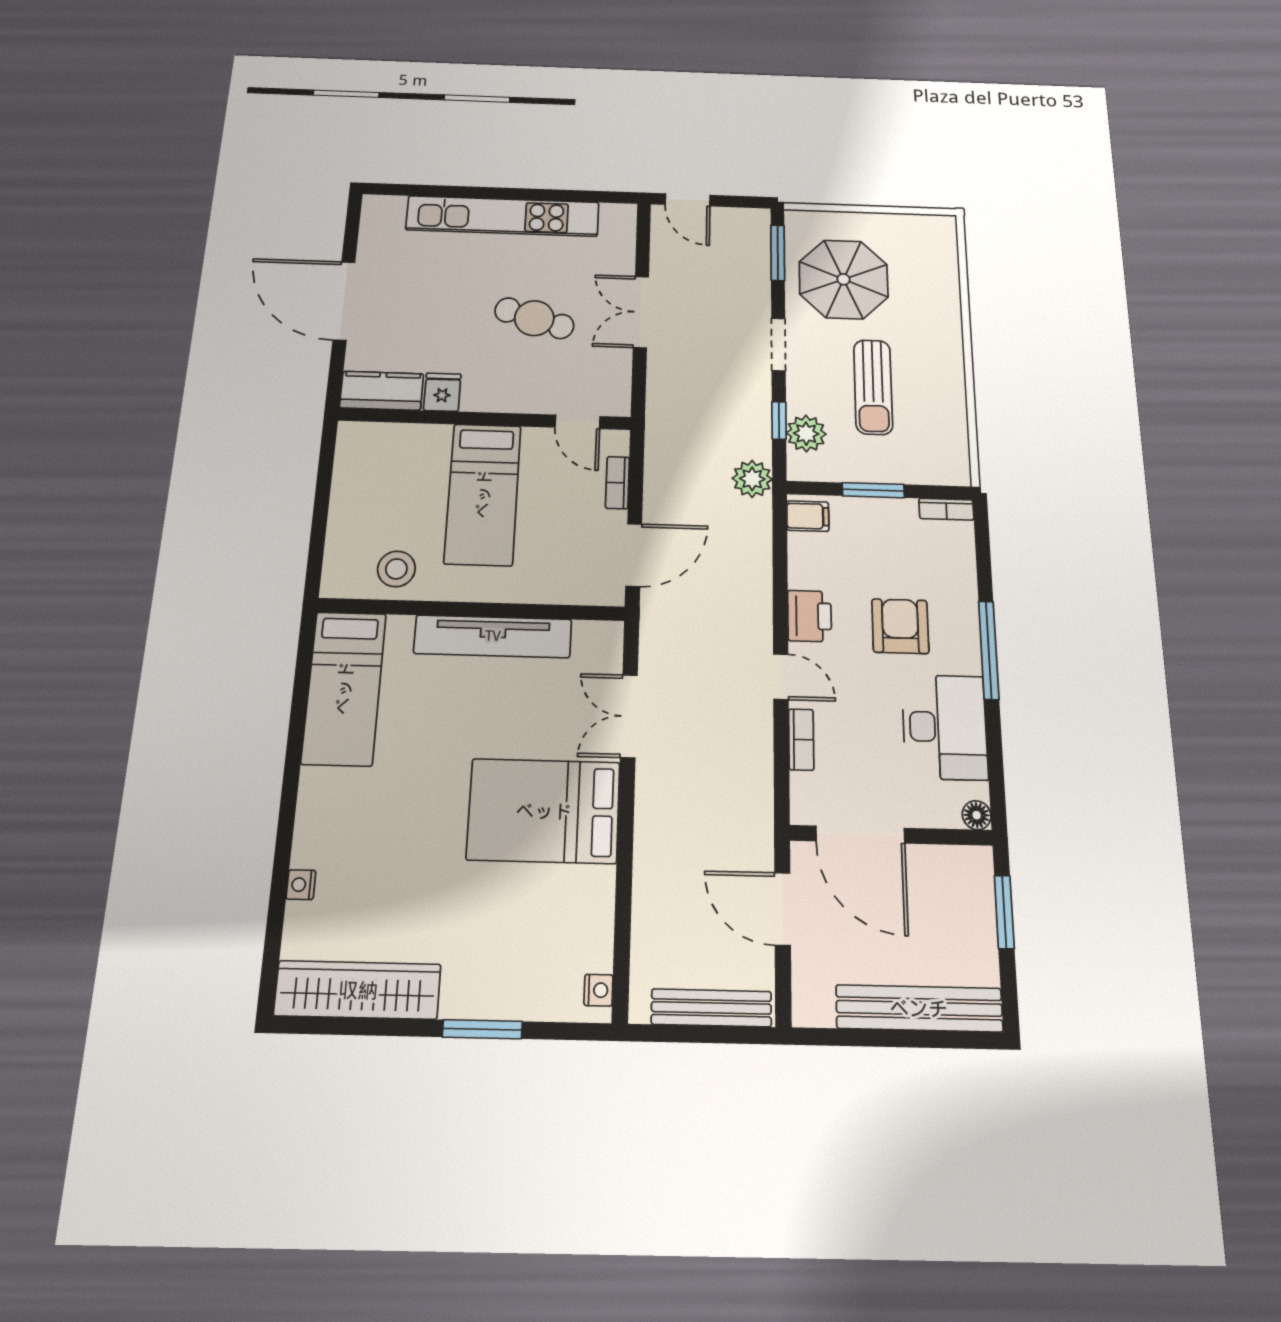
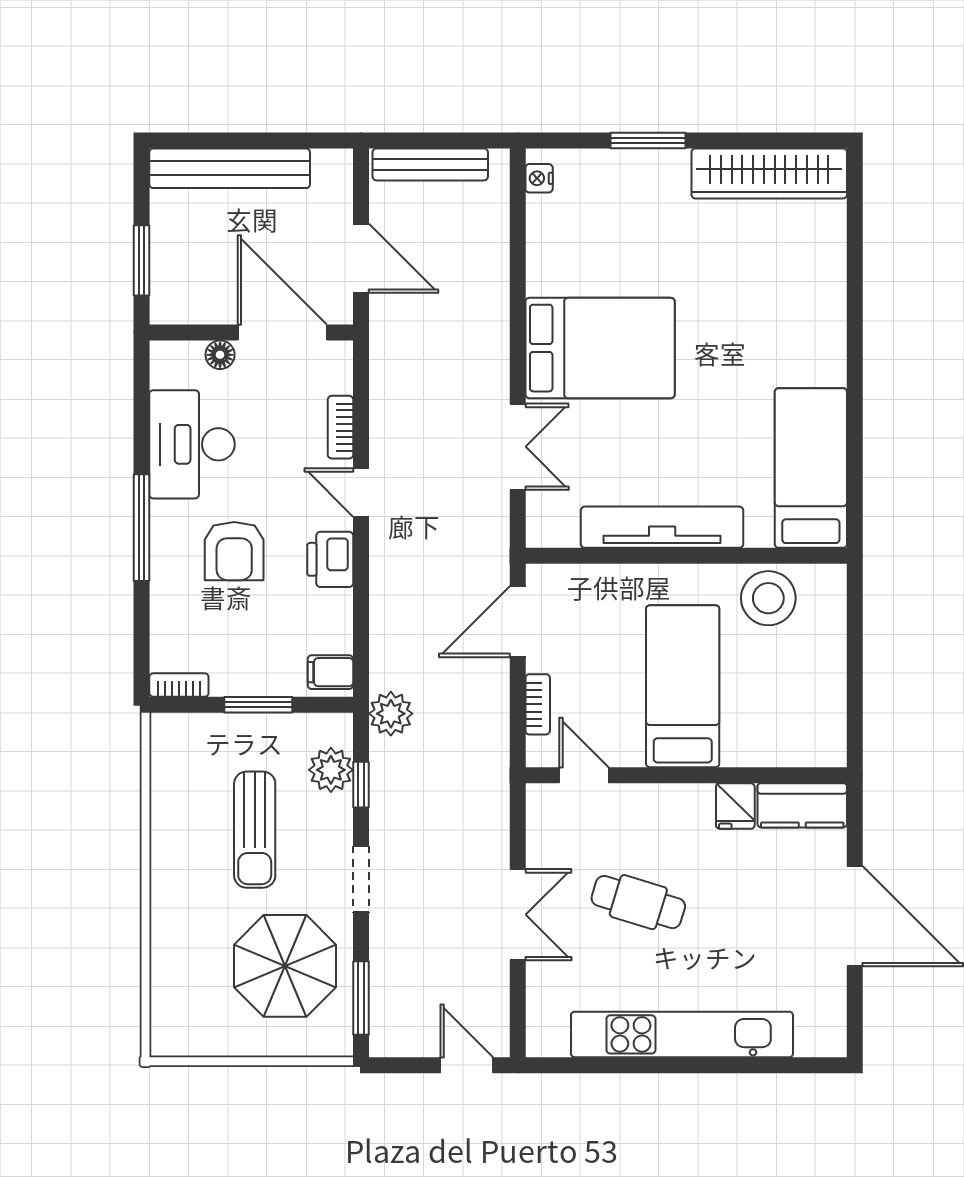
sun lounger: (873, 387) -> (255, 830), turned 180
stool: (396, 569) -> (768, 598), width x1.38, depth x1.38
floor lamp: (977, 815) -> (220, 355), moved
nightstand: (301, 885) -> (834, 270), removed

